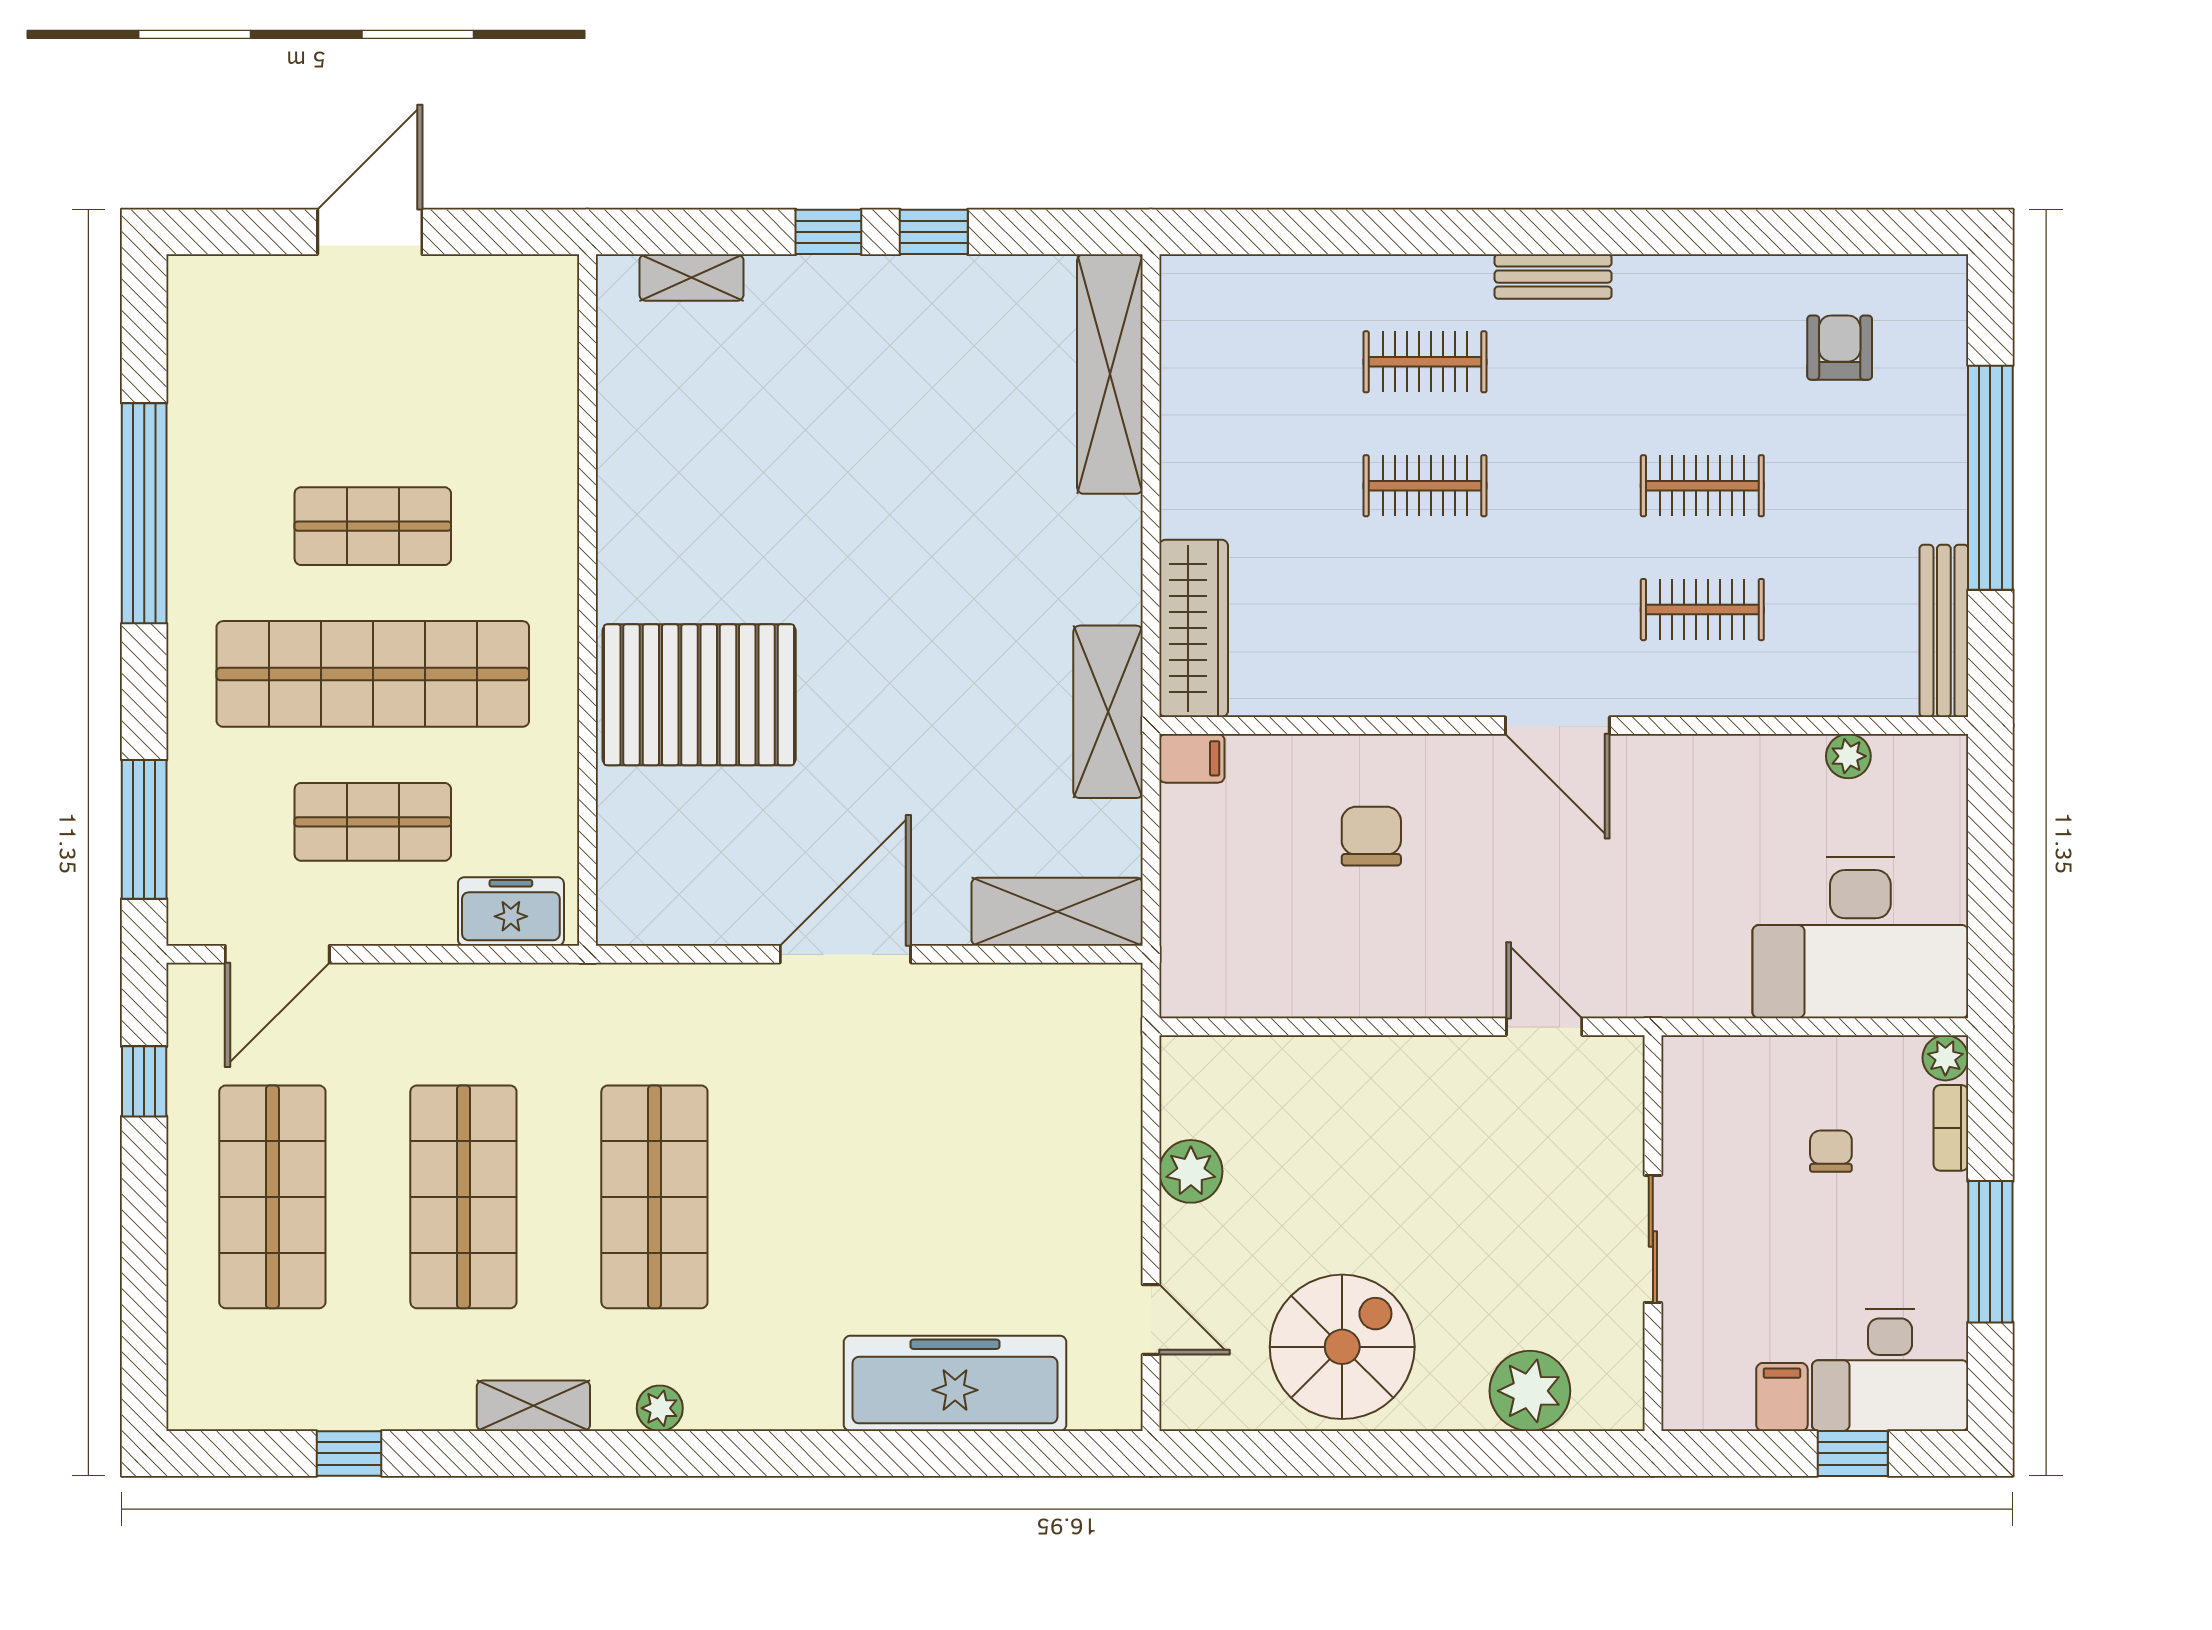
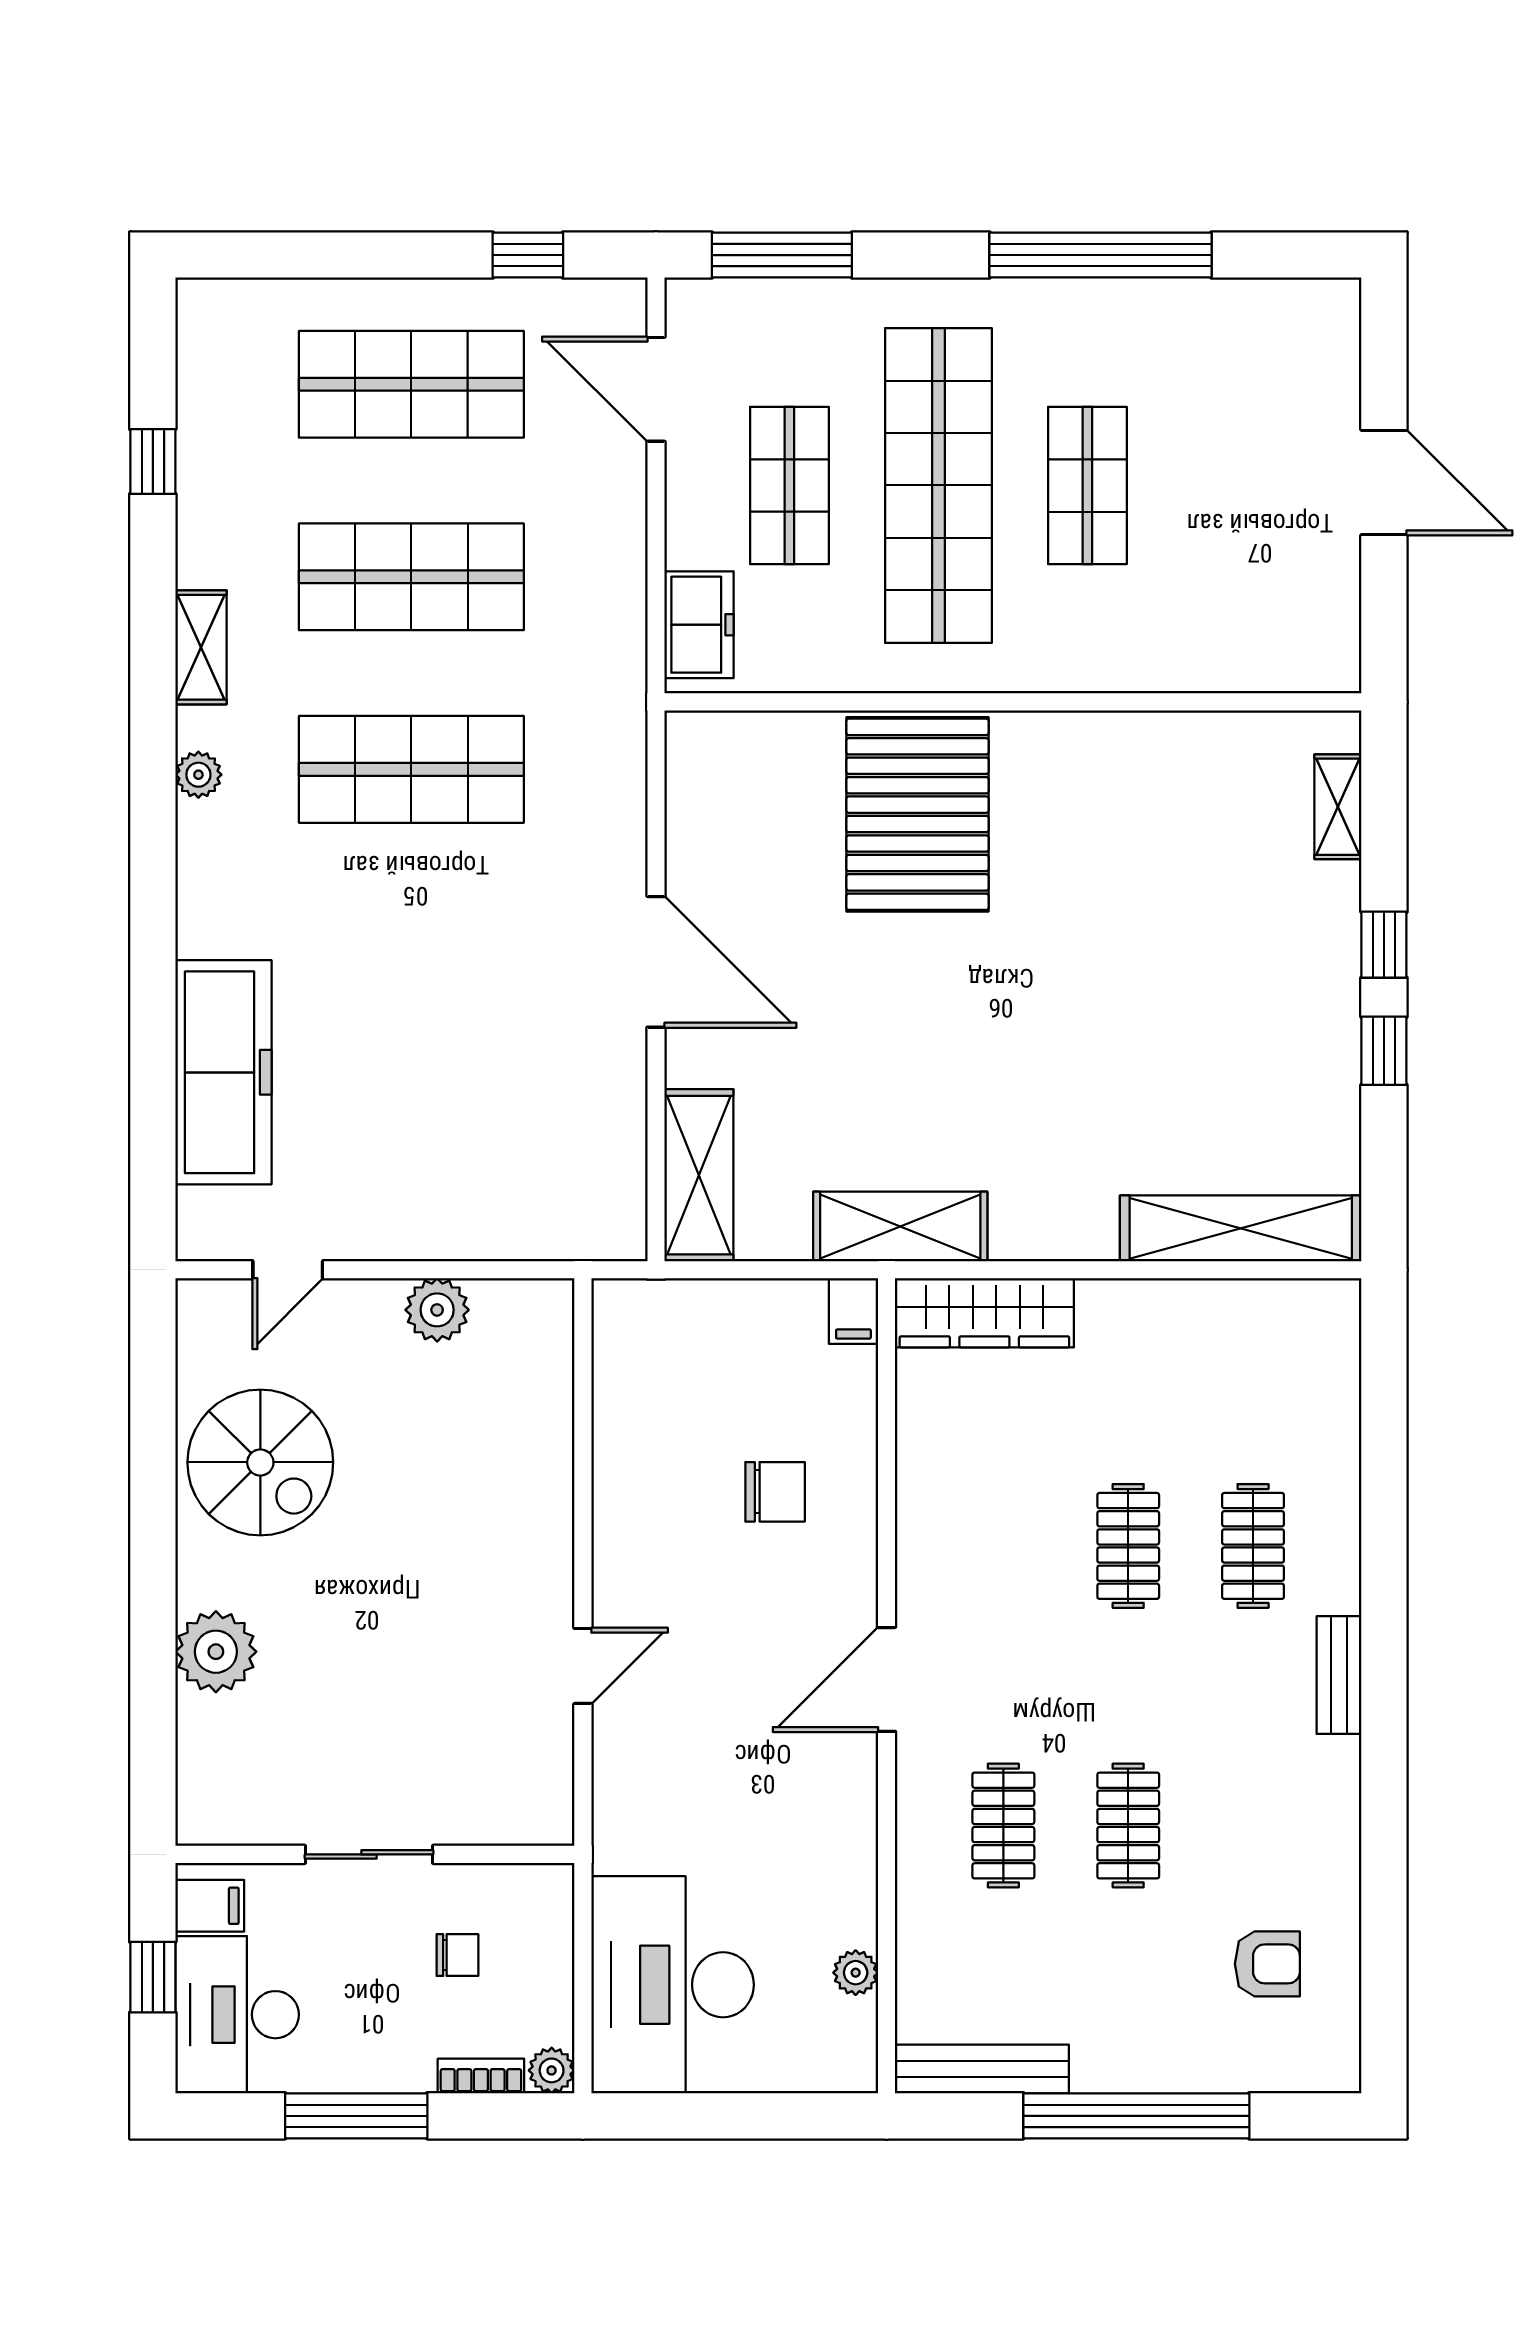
wall: (1653, 1233) -> (375, 1854), moved
sliding door: (1653, 1239) -> (369, 1854), moved

